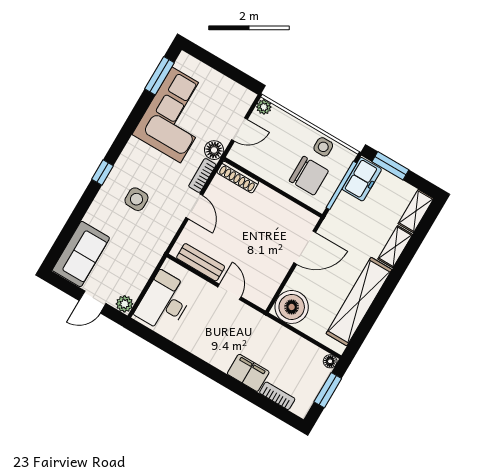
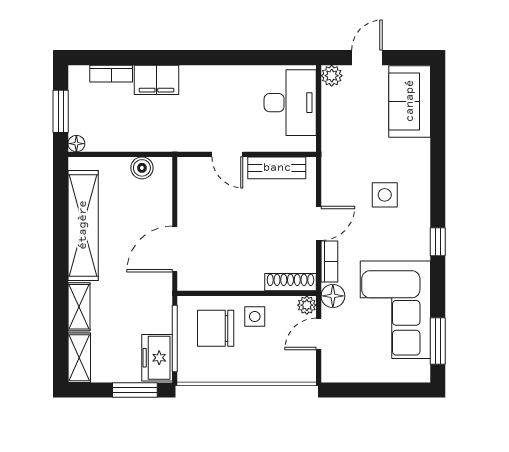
plant: (264, 107) -> (307, 305), moved
side table: (323, 147) -> (255, 316), moved
window: (103, 173) -> (438, 242), moved
door: (194, 206) -> (319, 223), swing flipped
boiler: (292, 307) -> (142, 168), width x0.54, depth x0.54

